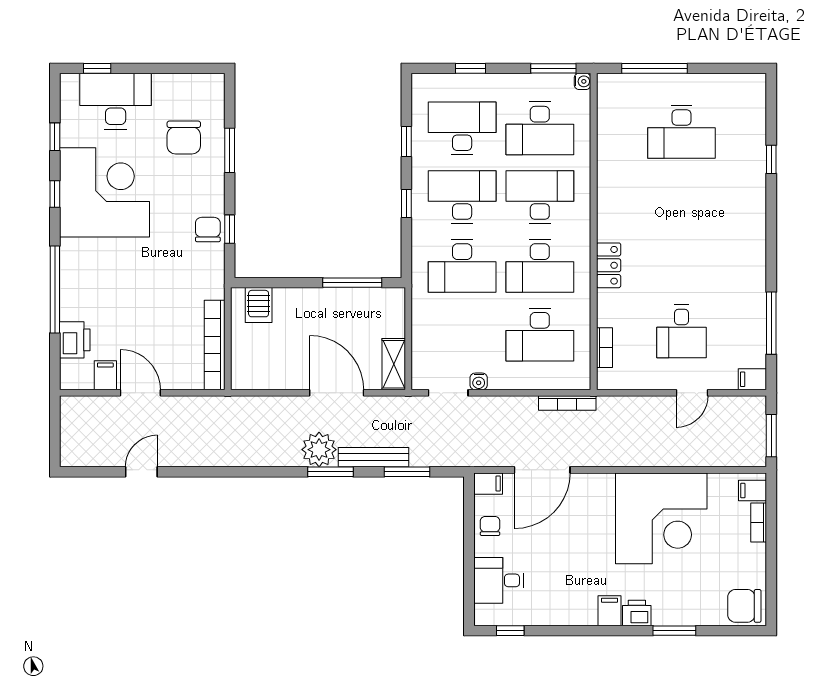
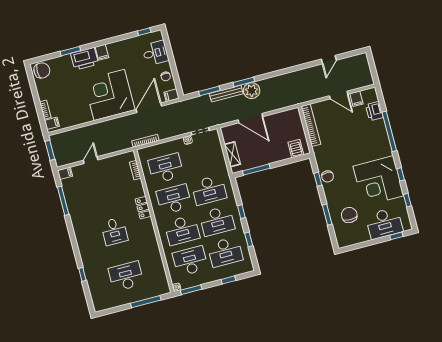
desk: (462, 266) -> (209, 190), turned 180
desk: (681, 331) -> (114, 231), moved, turned 180
shelving: (394, 364) -> (232, 154), moved
corner desk: (661, 518) -> (109, 95), moved
printer: (637, 613) -> (85, 59), width x1.87, depth x1.48

